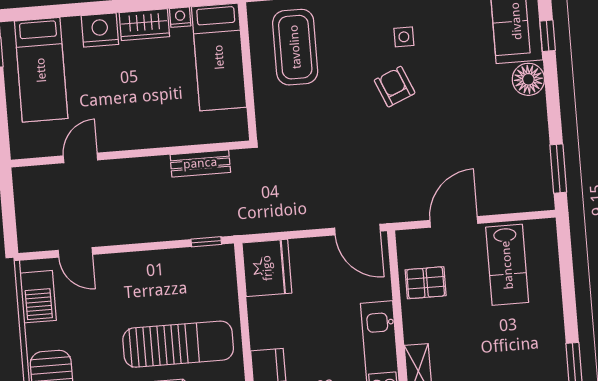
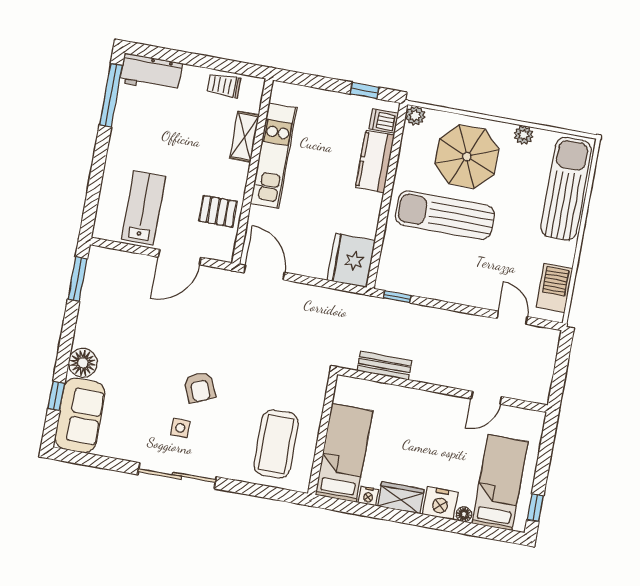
floor lamp: (71, 25) -> (464, 514), added

